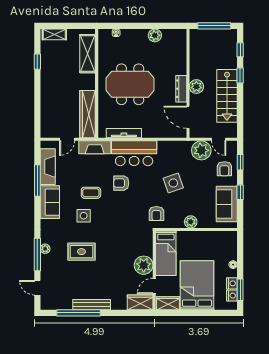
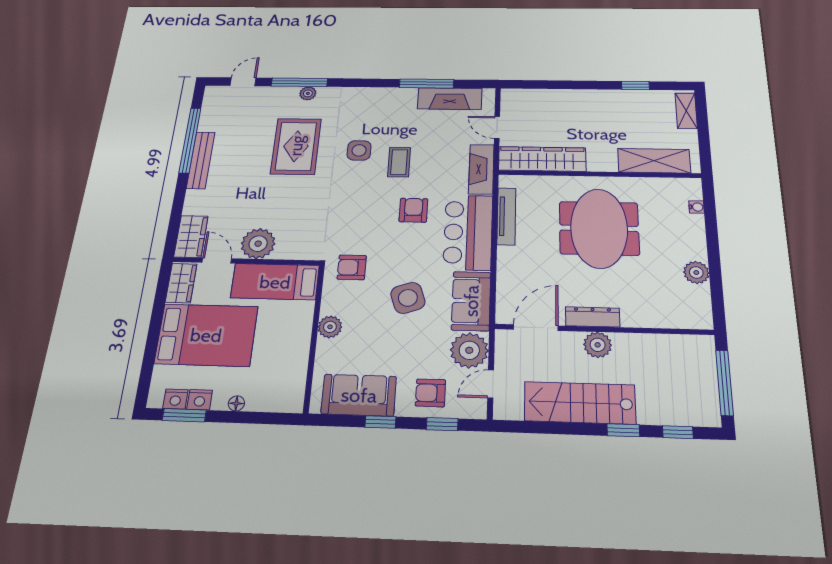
sofa: (50, 202) -> (471, 301), moved, turned 90
rug: (81, 252) -> (296, 146), width x1.36, depth x1.43

